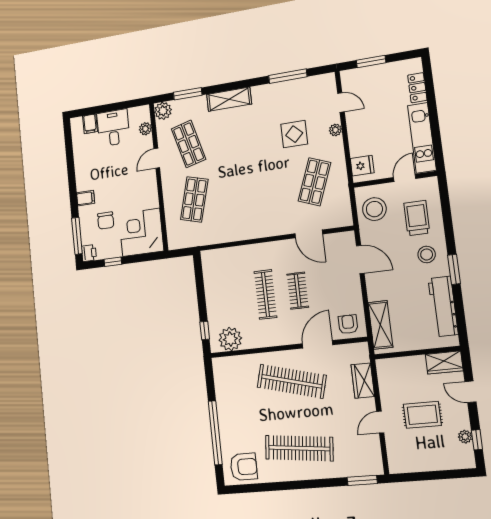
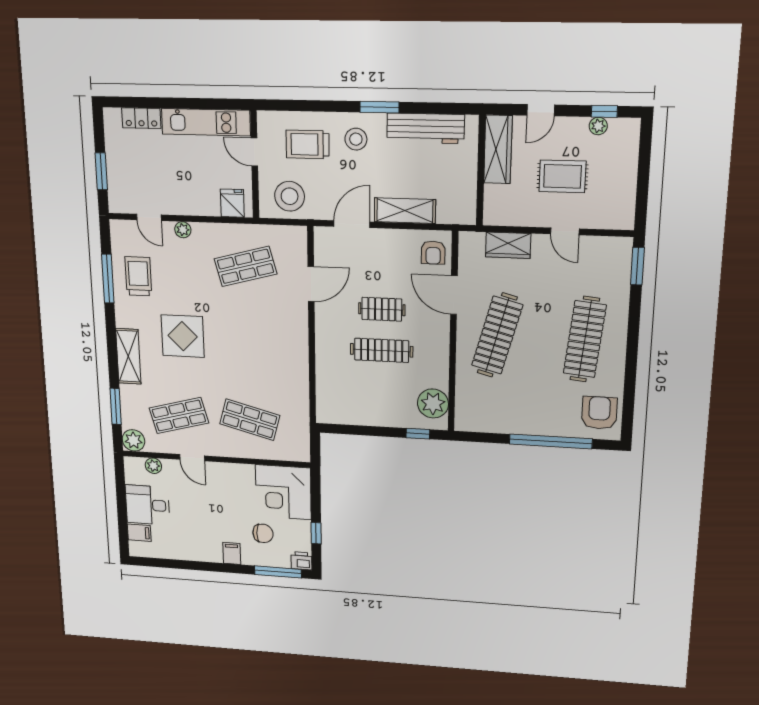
trolley: (293, 100) -> (138, 276), added
door: (341, 103) -> (149, 217), swing flipped
display table: (294, 134) -> (183, 336), moved, width x1.36, depth x1.36
shop shelf: (314, 182) -> (245, 266), turned -36
armchair: (348, 324) -> (433, 253), turned -90
shelving: (380, 325) -> (405, 211), moved
wardrobe: (444, 363) -> (498, 149), width x1.50
rug: (422, 415) -> (562, 176), turned 90

